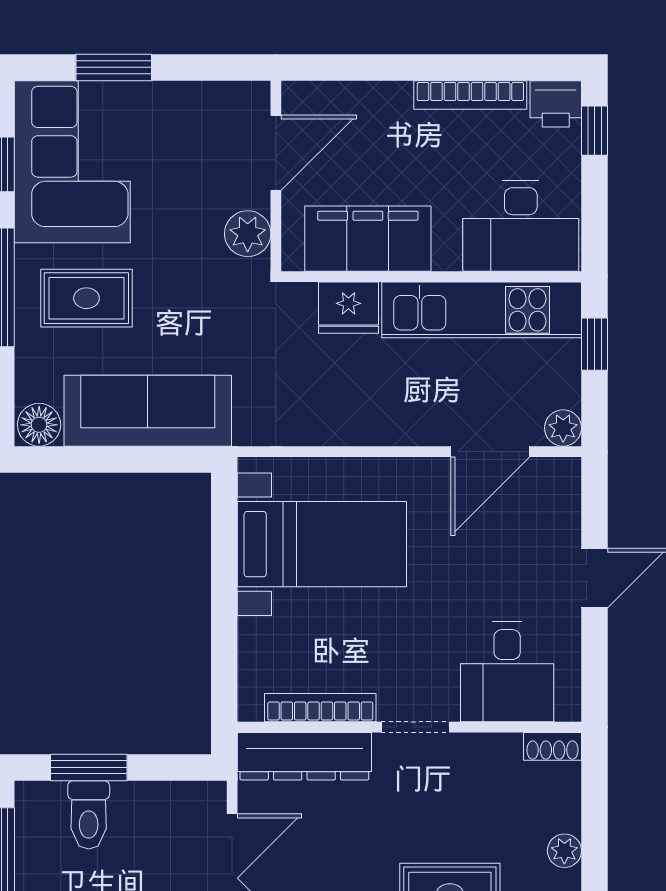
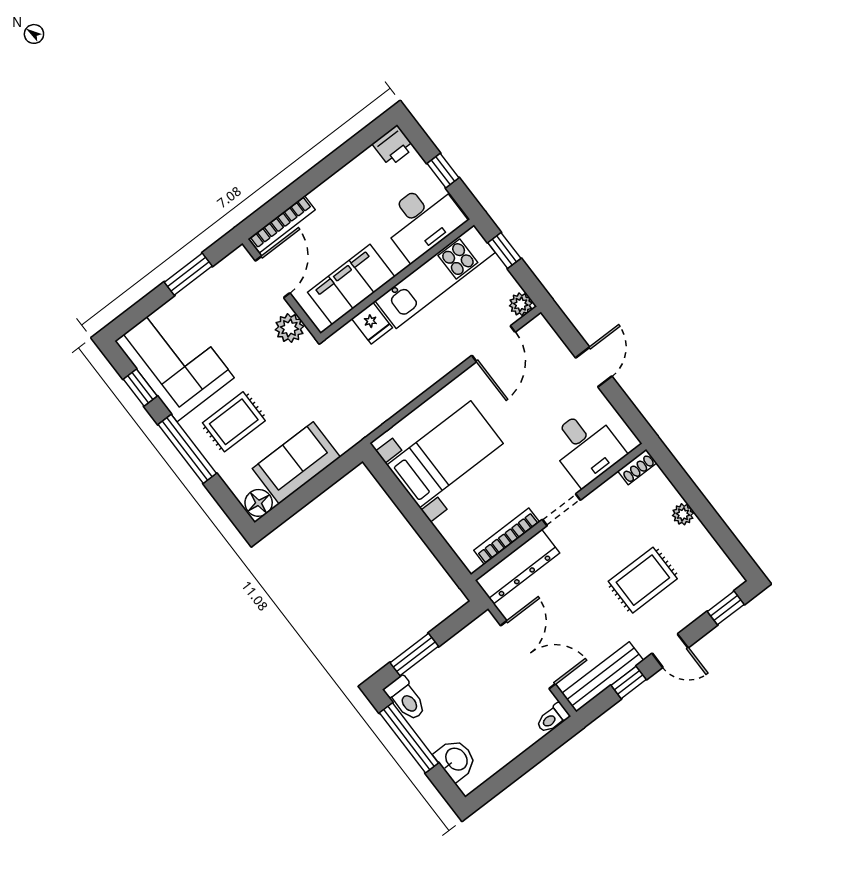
window: (114, 67) -> (188, 274), moved
bookcase: (470, 95) -> (282, 224), moved
window: (594, 131) -> (443, 171), moved
fridge: (348, 308) -> (372, 323), width x0.72
sofa: (148, 411) -> (296, 463), width x0.73
toilet: (89, 815) -> (406, 699), moved

